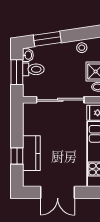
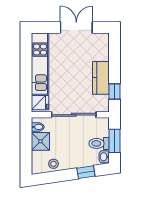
window: (47, 39) -> (86, 172), width x0.67
kitchen counter: (31, 153) -> (101, 78), moved
window: (17, 156) -> (115, 92), moved

